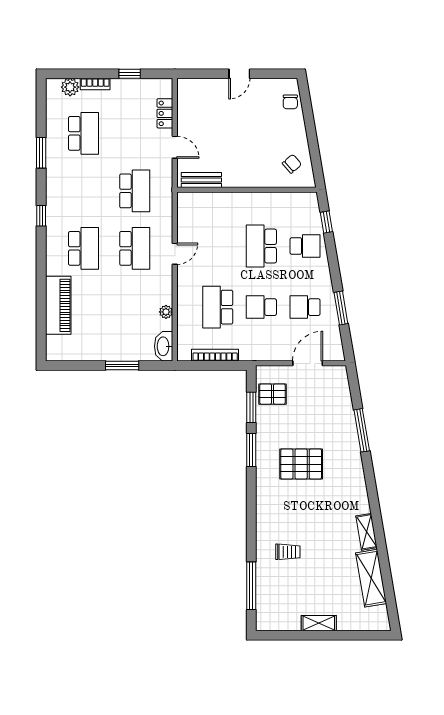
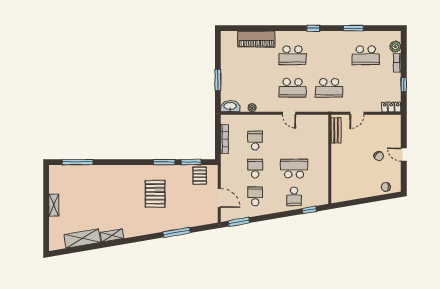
locker: (165, 113) -> (391, 107), moved
chair: (292, 164) -> (379, 156), moved
school desk: (218, 307) -> (255, 141), width x0.54
window: (341, 308) -> (239, 222), moved
trolley: (288, 552) -> (99, 185), removed

